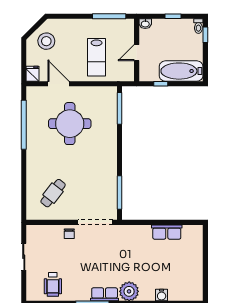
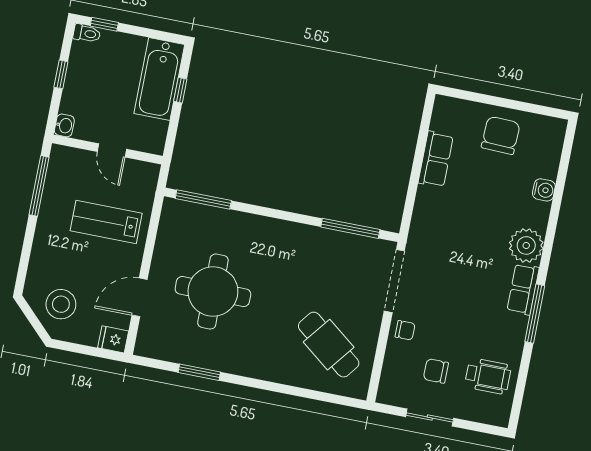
lab bench: (97, 57) -> (106, 222), turned 180
window: (161, 84) -> (180, 90), moved
window: (24, 125) -> (199, 372), width x0.47
cafe table: (53, 193) -> (329, 345), width x1.37, depth x1.35
chair: (50, 255) -> (436, 371), added
chair: (187, 265) -> (501, 135), added

